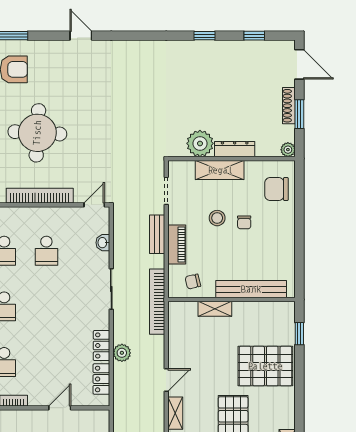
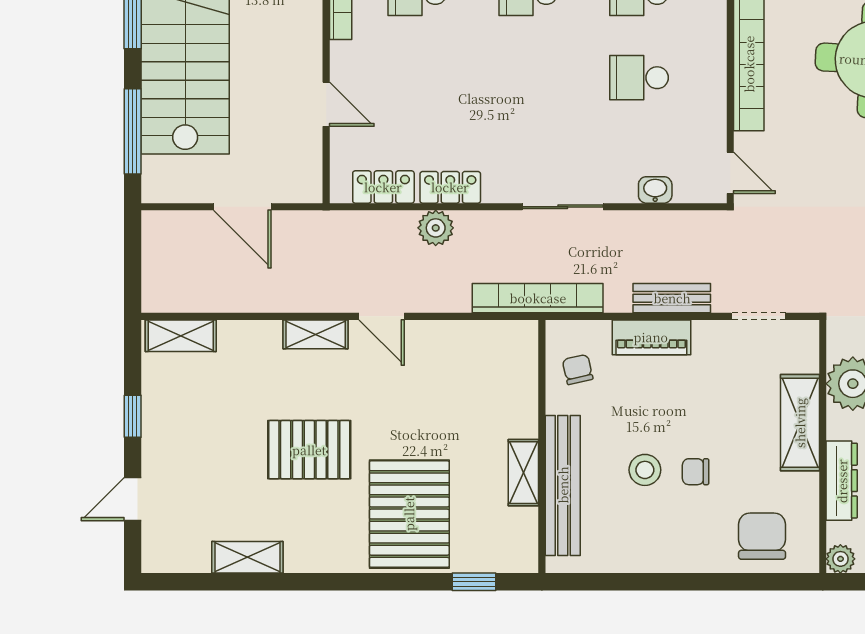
dresser: (235, 149) -> (842, 481), moved
stool: (217, 218) -> (645, 470), moved
shelving: (215, 309) -> (523, 473), moved

